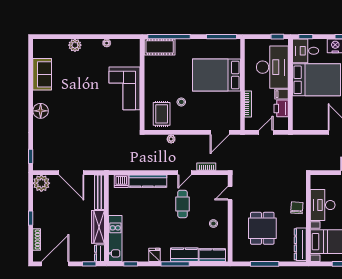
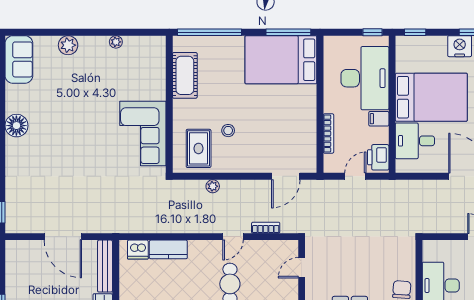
cot: (160, 47) -> (185, 75), moved, turned 90
desk: (306, 51) -> (415, 141), moved
sofa: (42, 74) -> (19, 59), moved
bed: (216, 75) -> (281, 60), moved
corner sofa: (125, 88) -> (143, 133), moved
printer: (281, 108) -> (378, 157), moved
floor lamp: (41, 111) -> (16, 126), moved
kitchen counter: (148, 181) -> (168, 249), width x0.67
plant: (41, 183) -> (18, 253), removed

